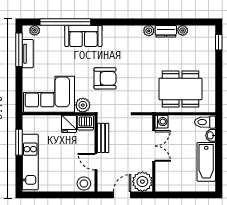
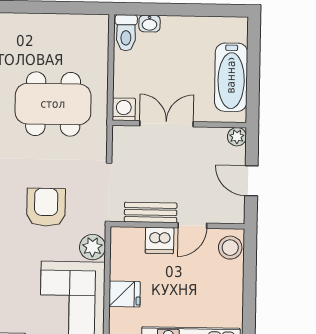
dining table: (180, 89) -> (53, 104), moved, turned 90
dishwasher: (85, 123) -> (160, 240), moved, turned 90
fridge: (69, 124) -> (125, 294), moved
bathtub: (206, 162) -> (231, 77), moved, turned 90
plant: (142, 182) -> (237, 137), width x0.53, depth x0.53

